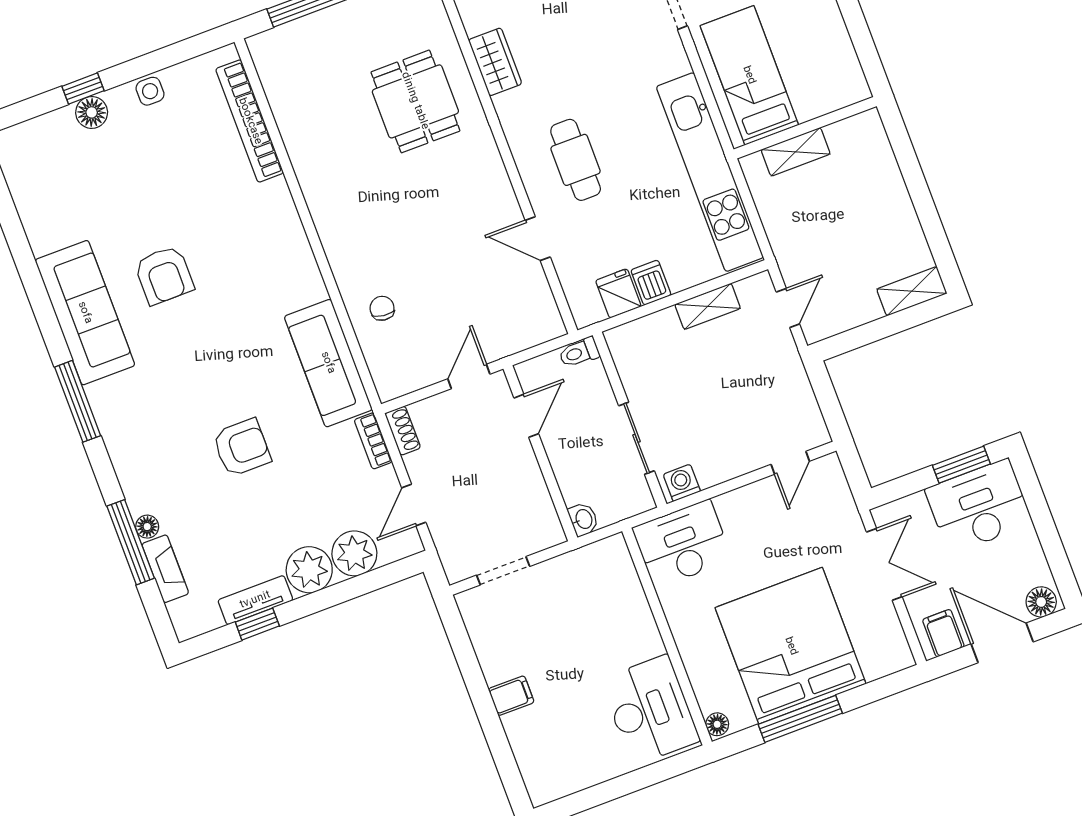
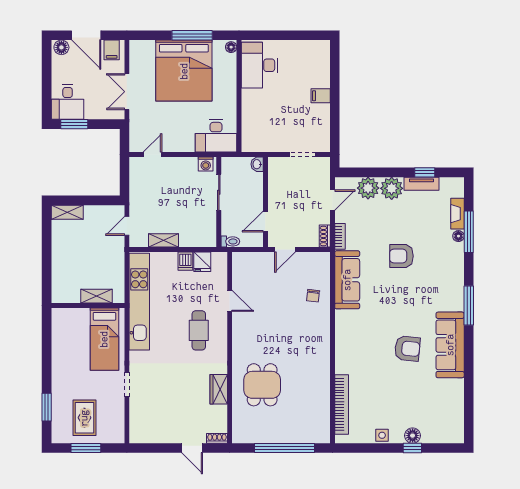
armchair: (164, 275) -> (407, 348), turned 96
desk: (979, 506) -> (68, 102), width x0.73

